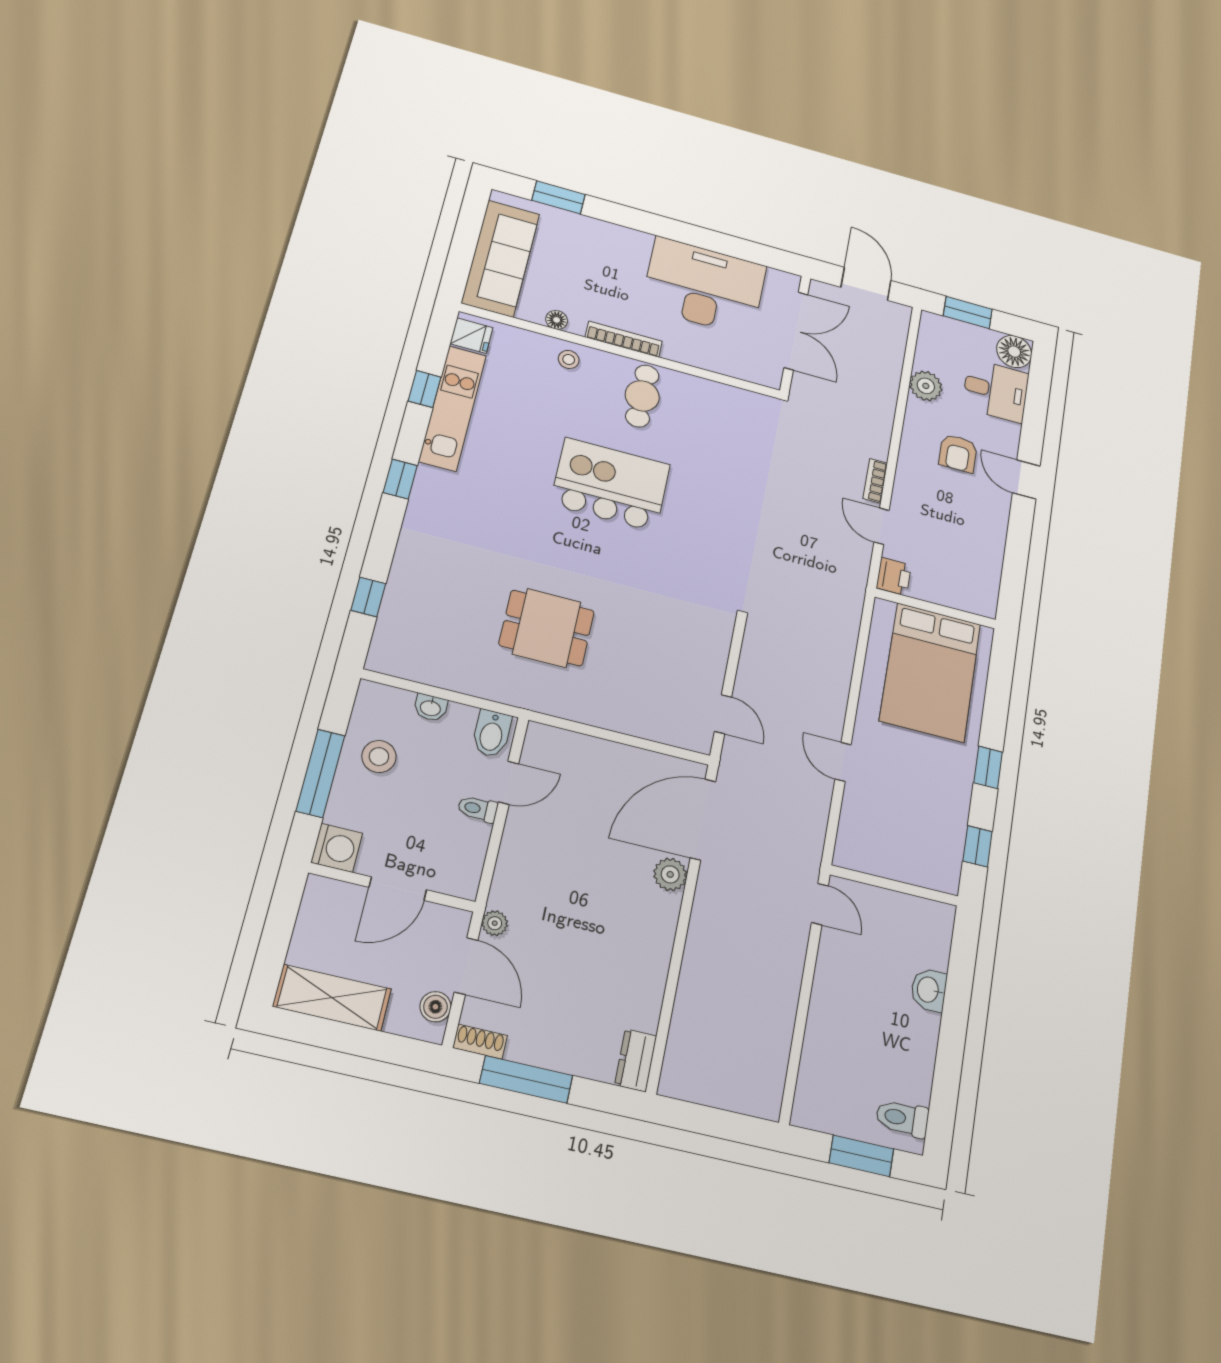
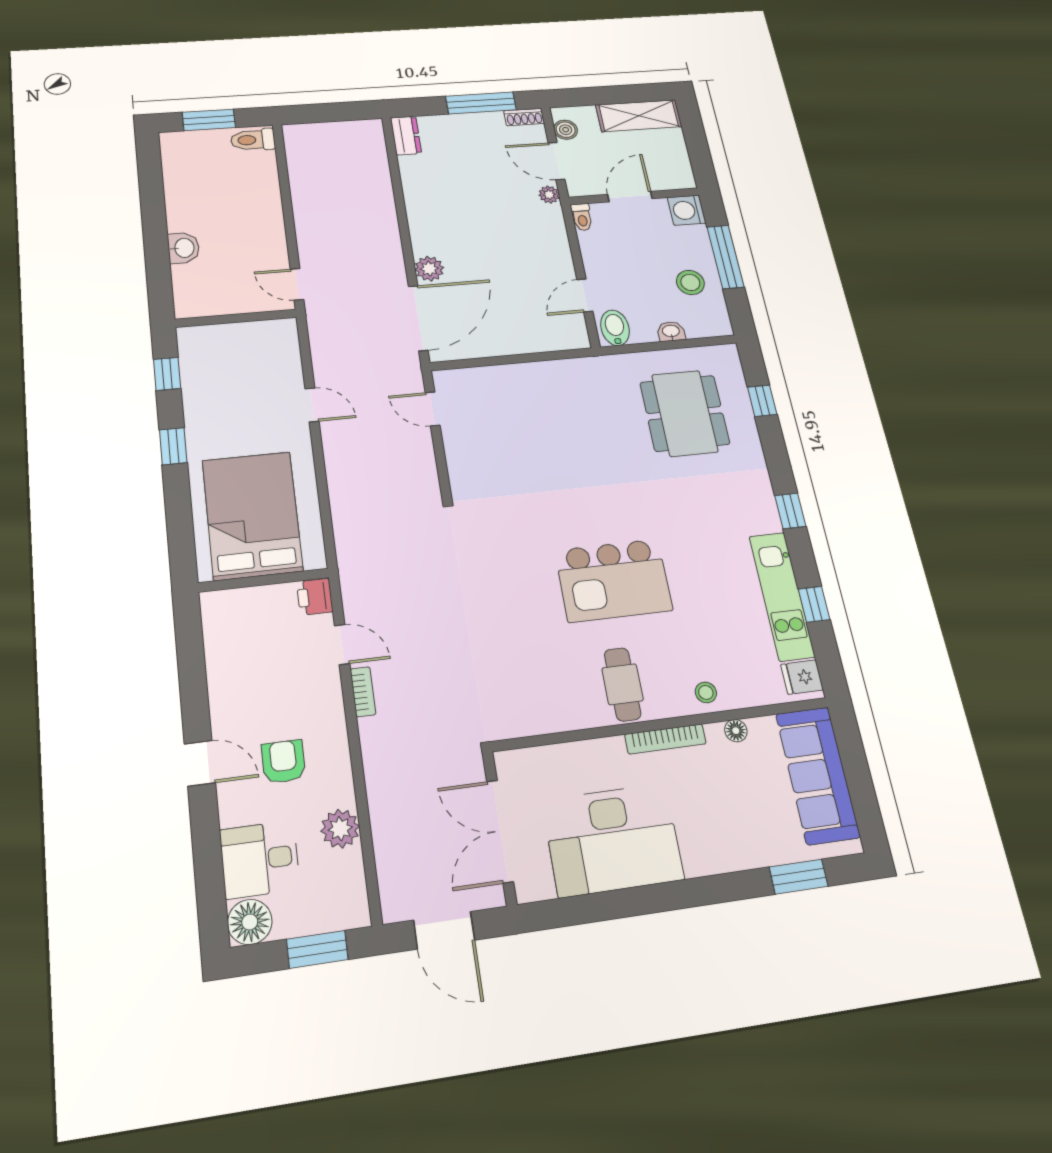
dining table: (547, 628) -> (685, 413), moved, width x1.38
toilet: (478, 809) -> (582, 217), moved, turned 90
toilet: (902, 1118) -> (253, 140), moved, turned 180

